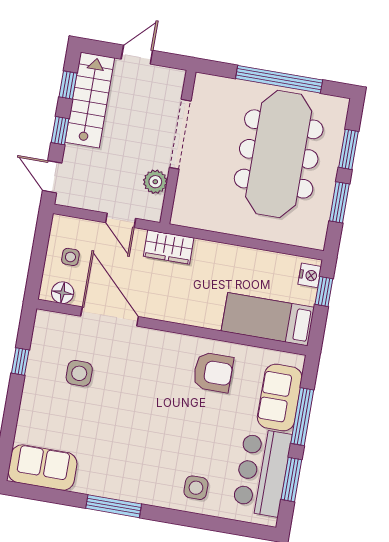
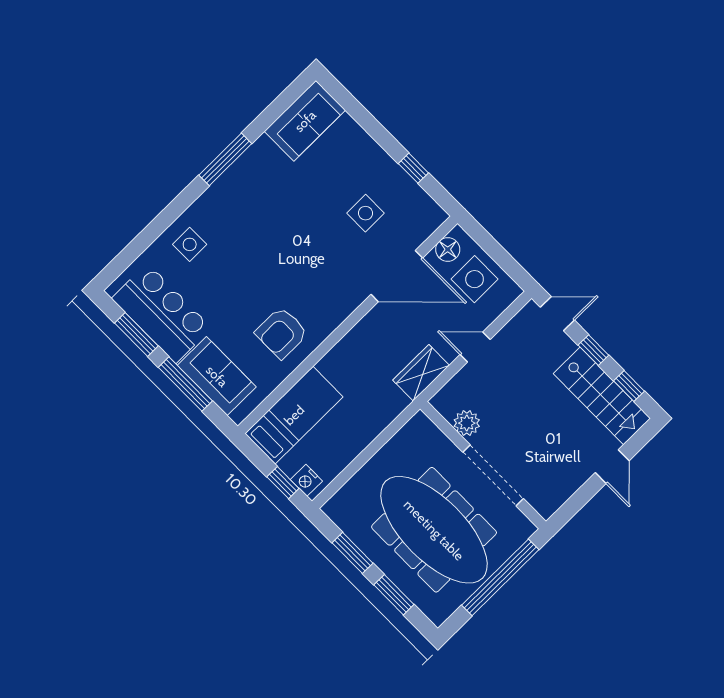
doorway: (180, 134) -> (493, 475), moved
wall: (178, 147) -> (483, 465), moved
plant: (155, 182) -> (467, 423), moved
side table: (70, 257) -> (475, 279), width x1.87, depth x1.87

